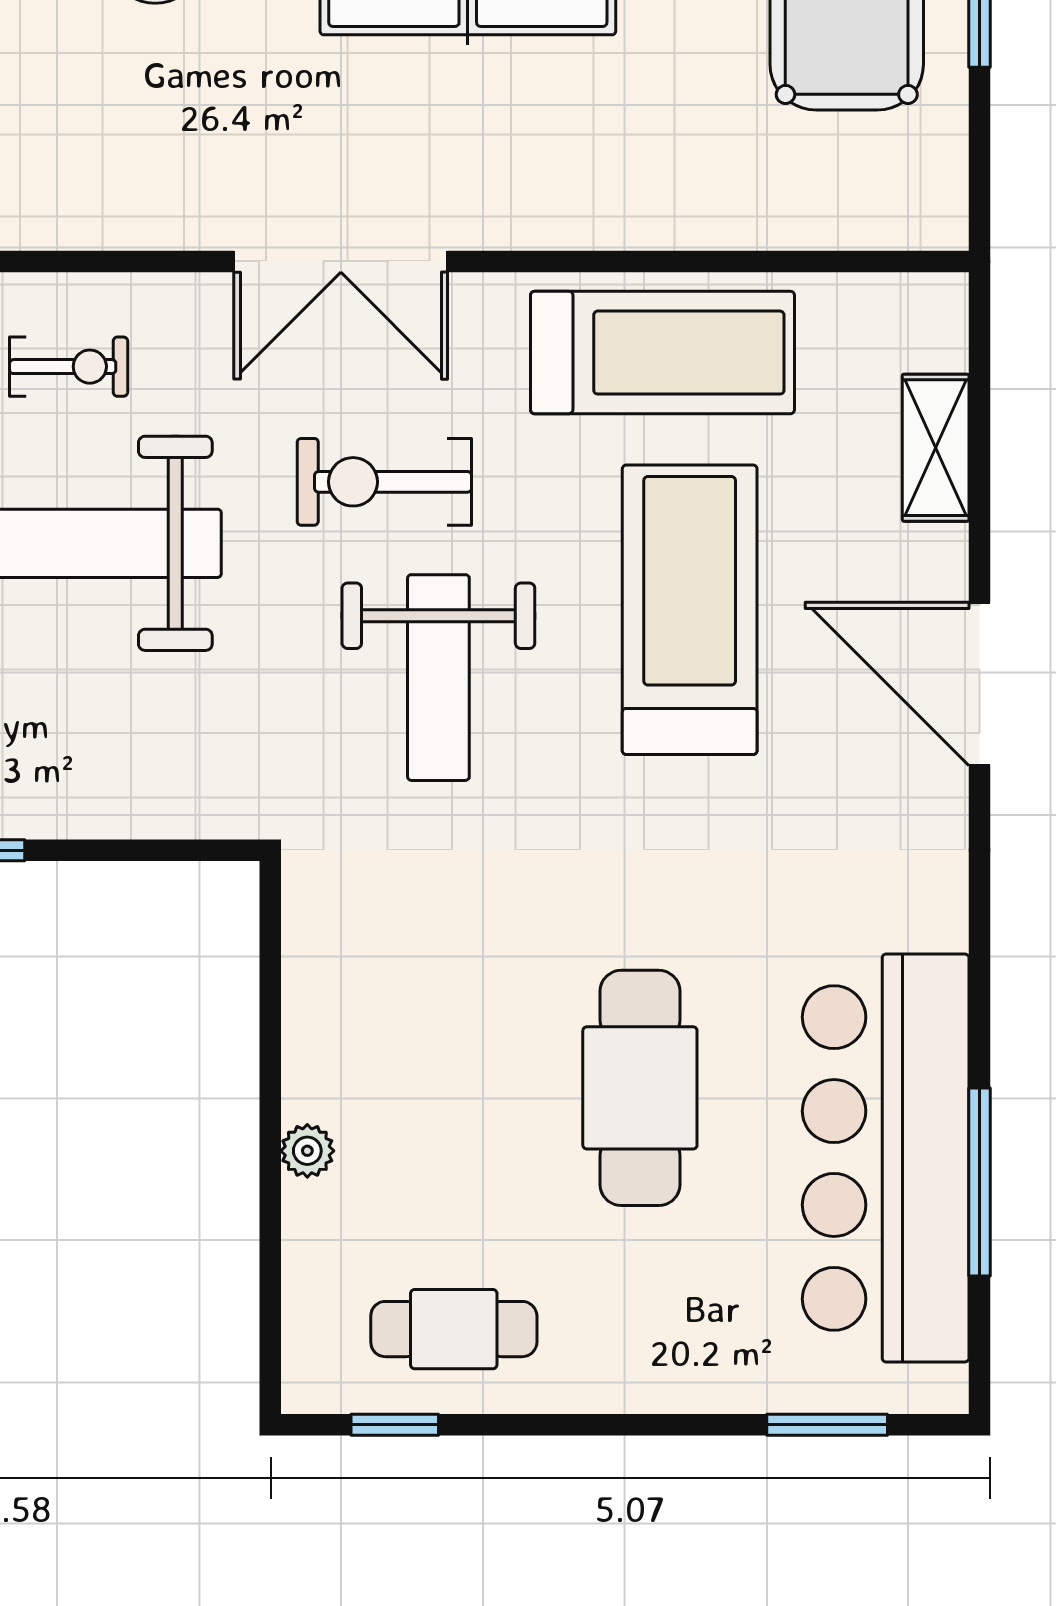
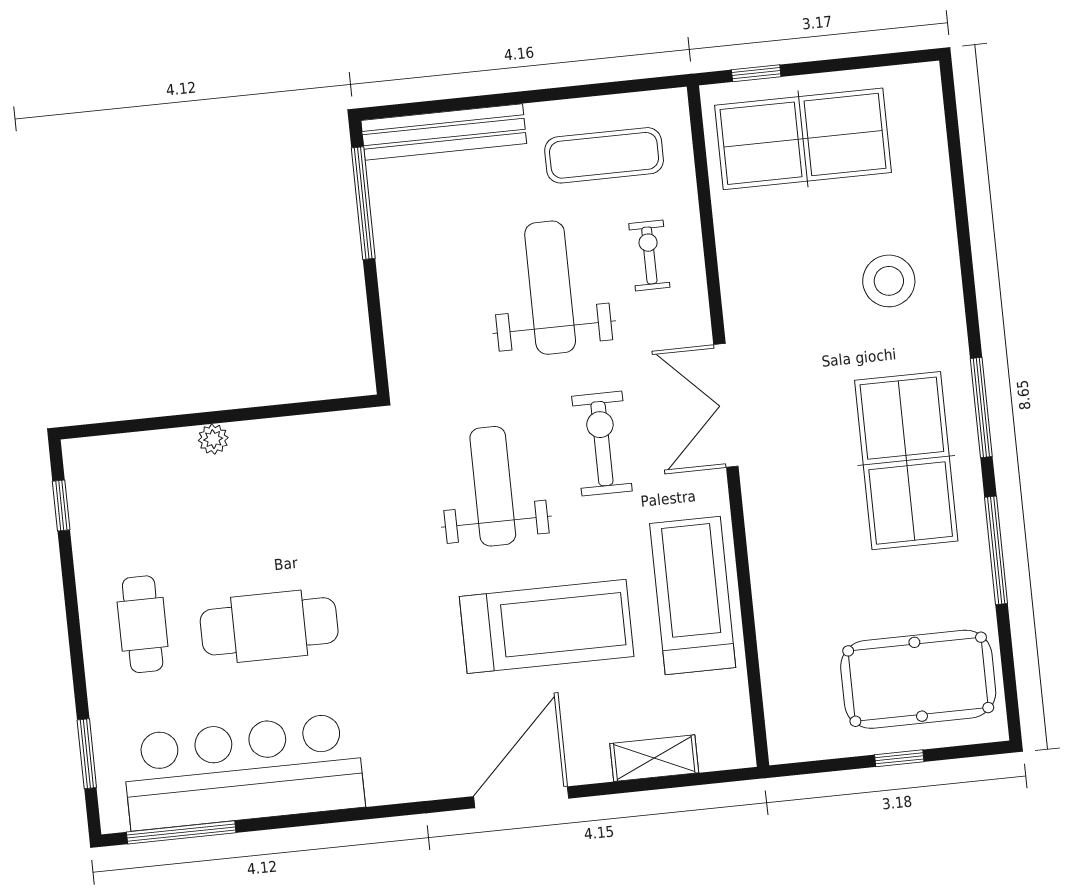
treadmill: (662, 353) -> (693, 596), turned 180
exercise bike: (69, 367) -> (649, 255), turned 180
weight bench: (438, 678) -> (493, 486), turned 90
window: (979, 1182) -> (181, 832), moved
cafe table: (454, 1329) -> (143, 624), moved

